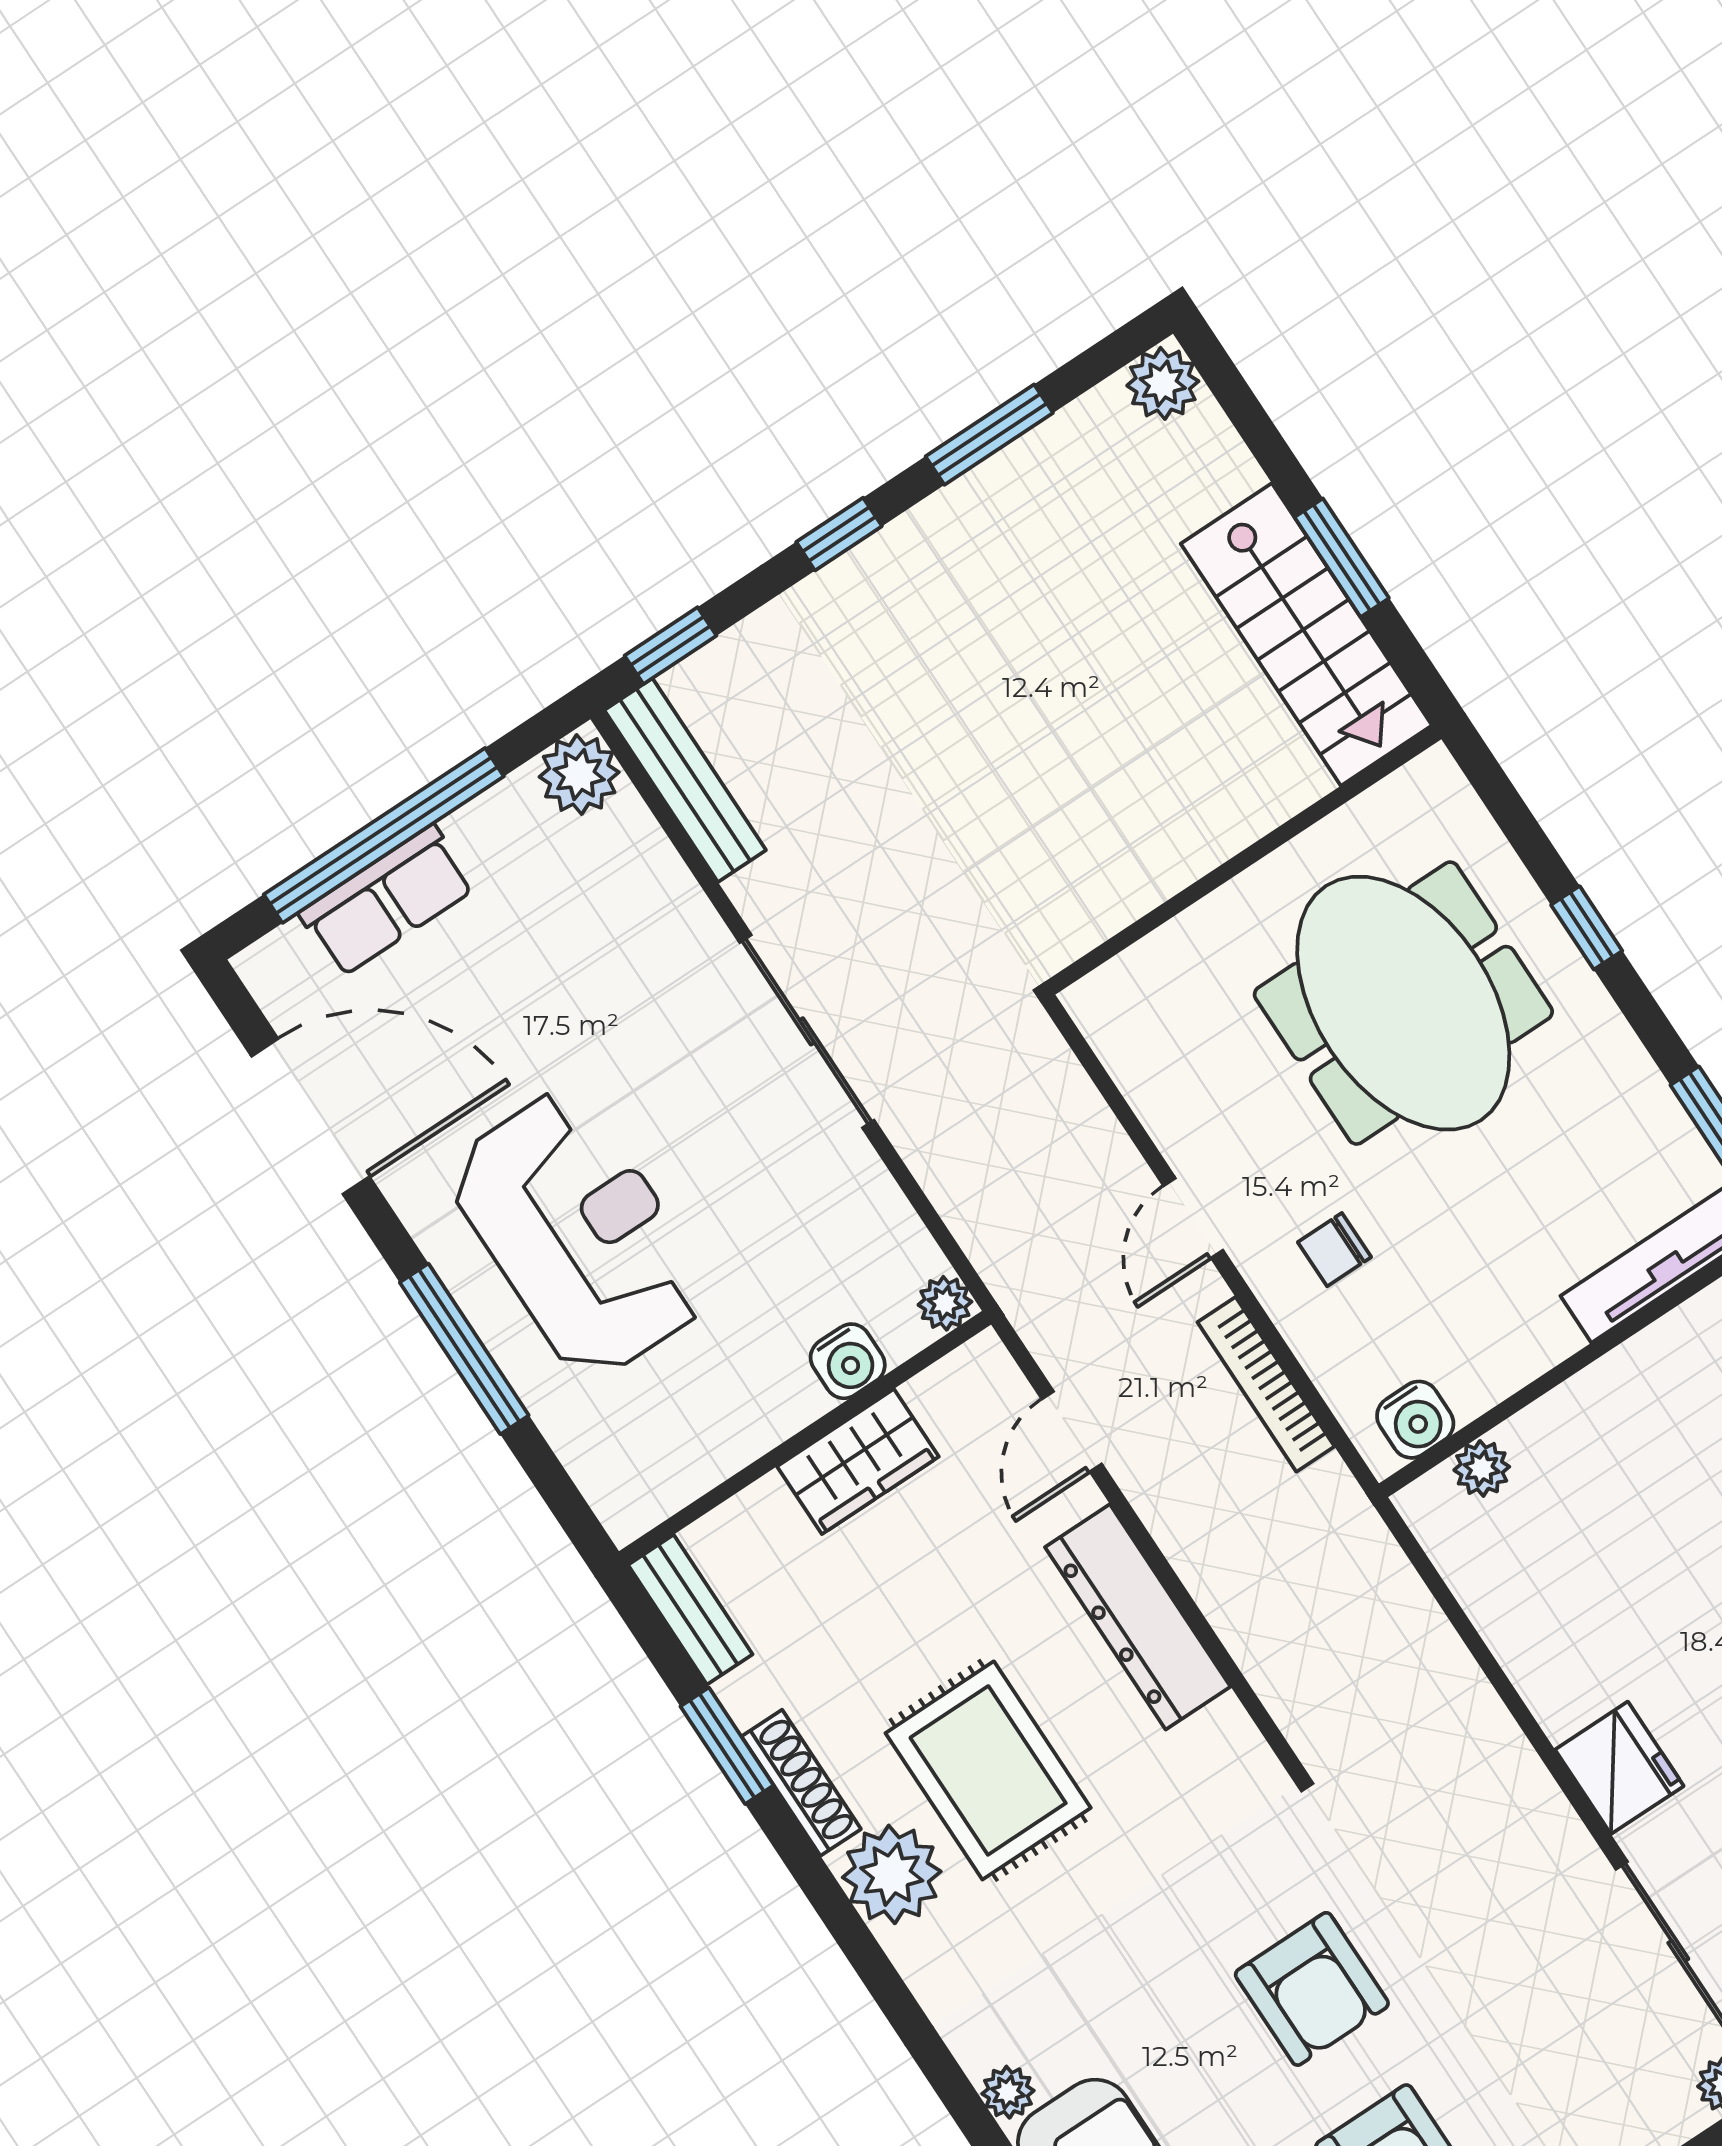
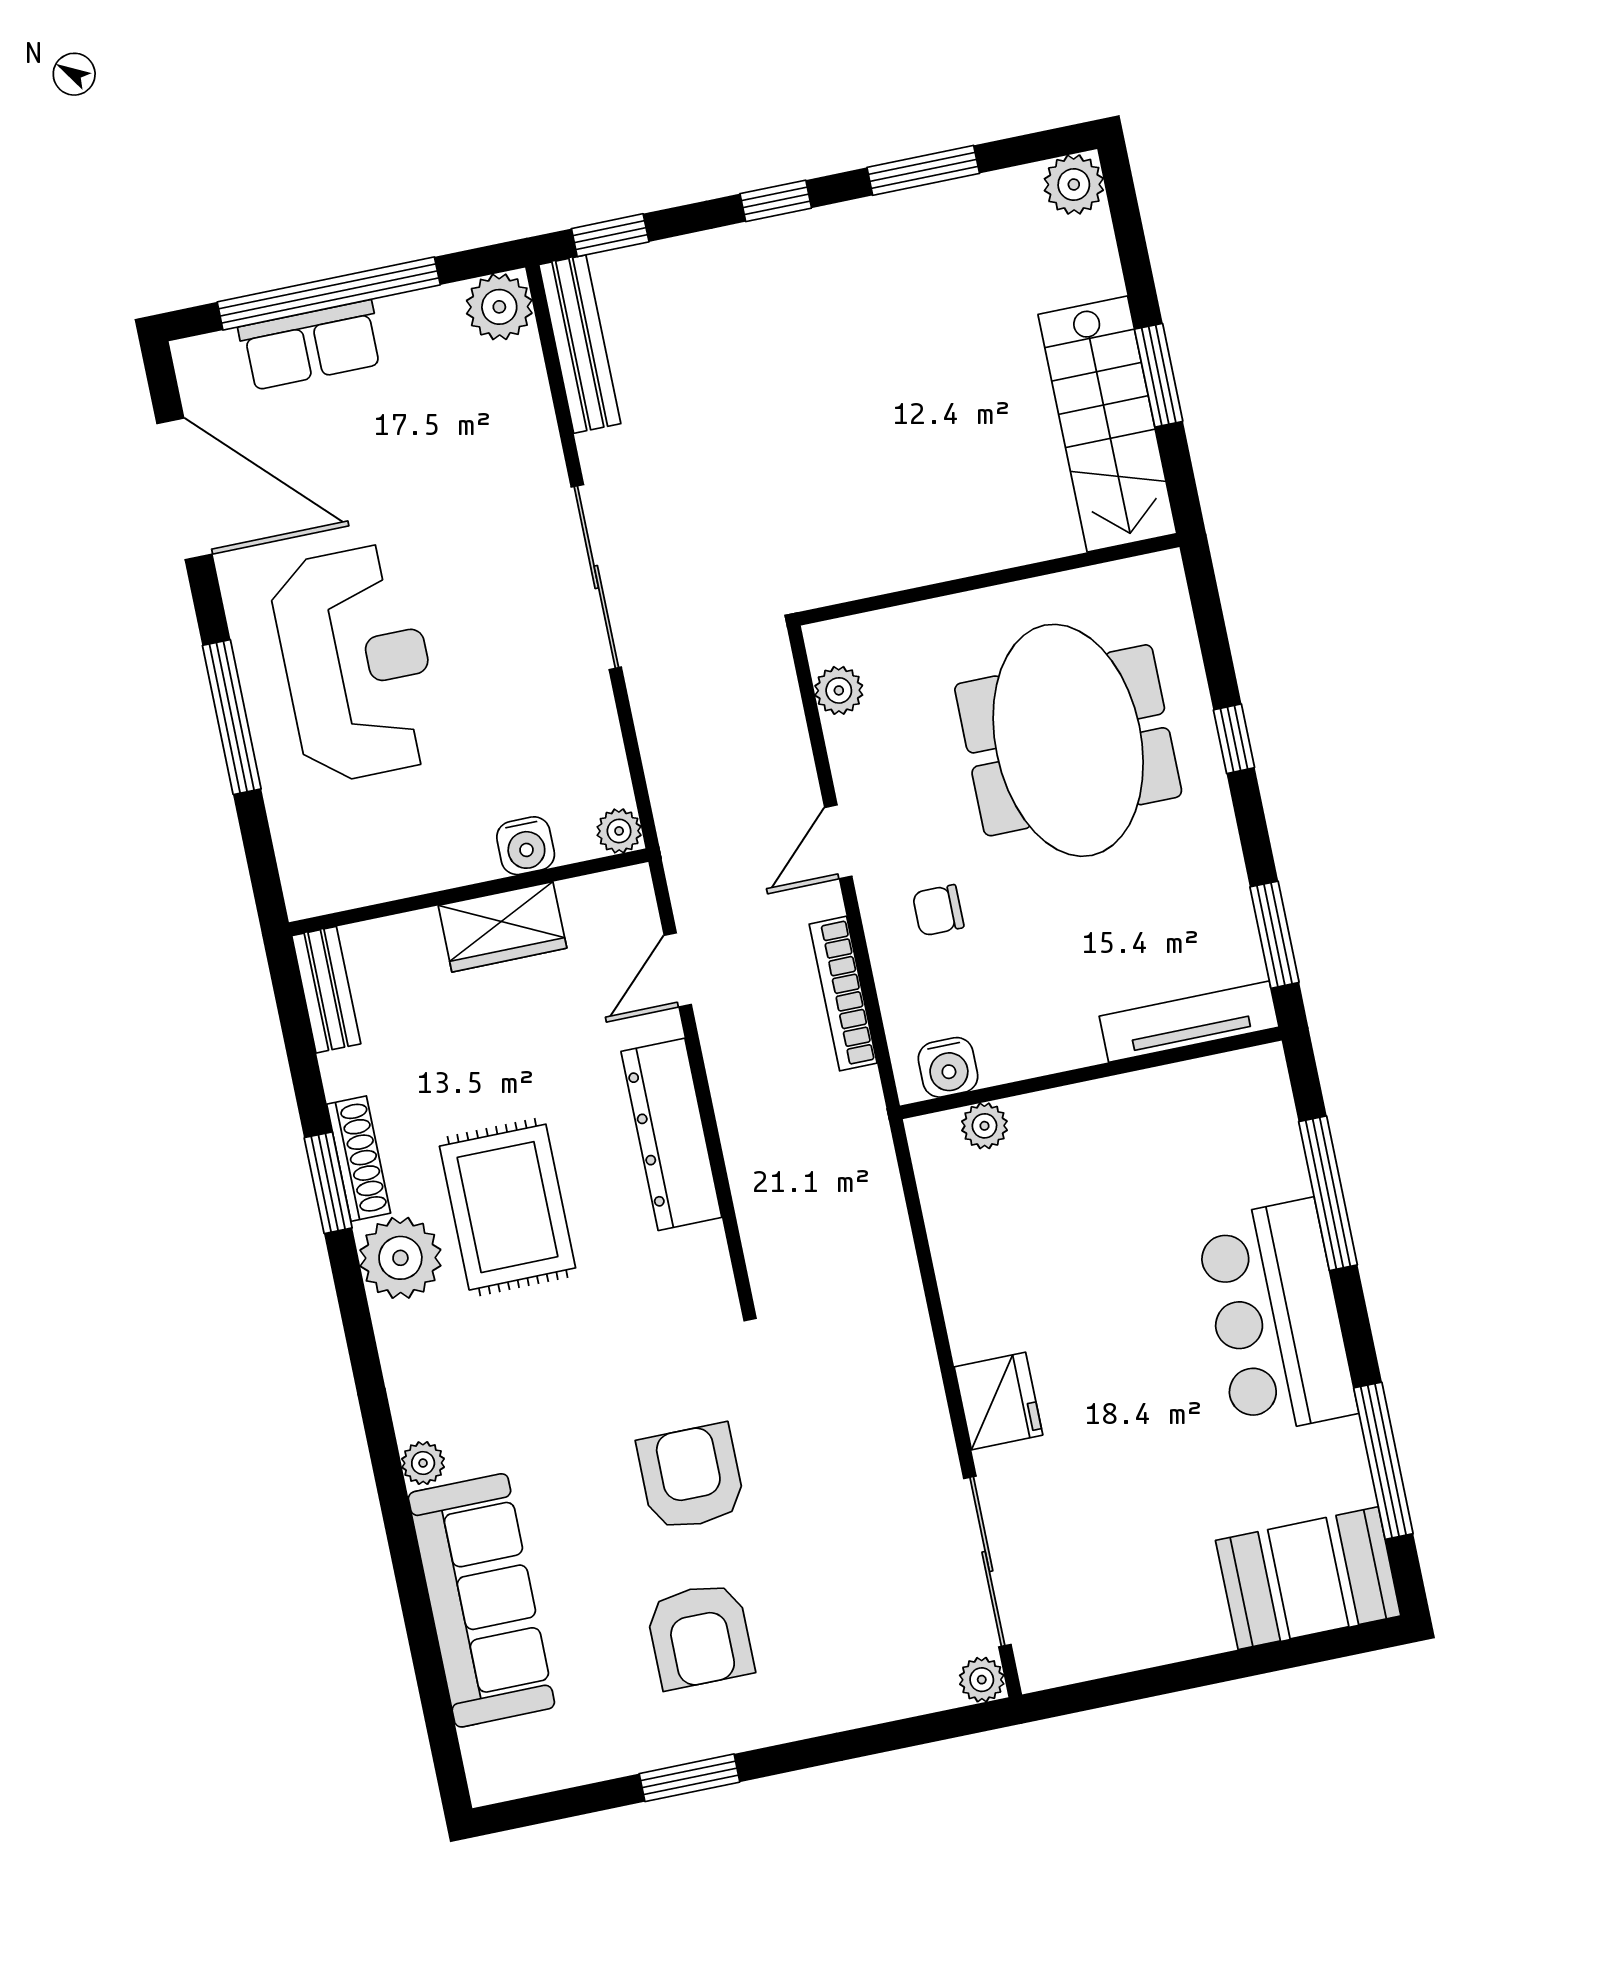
plant: (1127, 1050) -> (839, 690), added
window: (727, 1746) -> (328, 1183), moved
armchair: (1312, 1989) -> (691, 1477), turned 180

